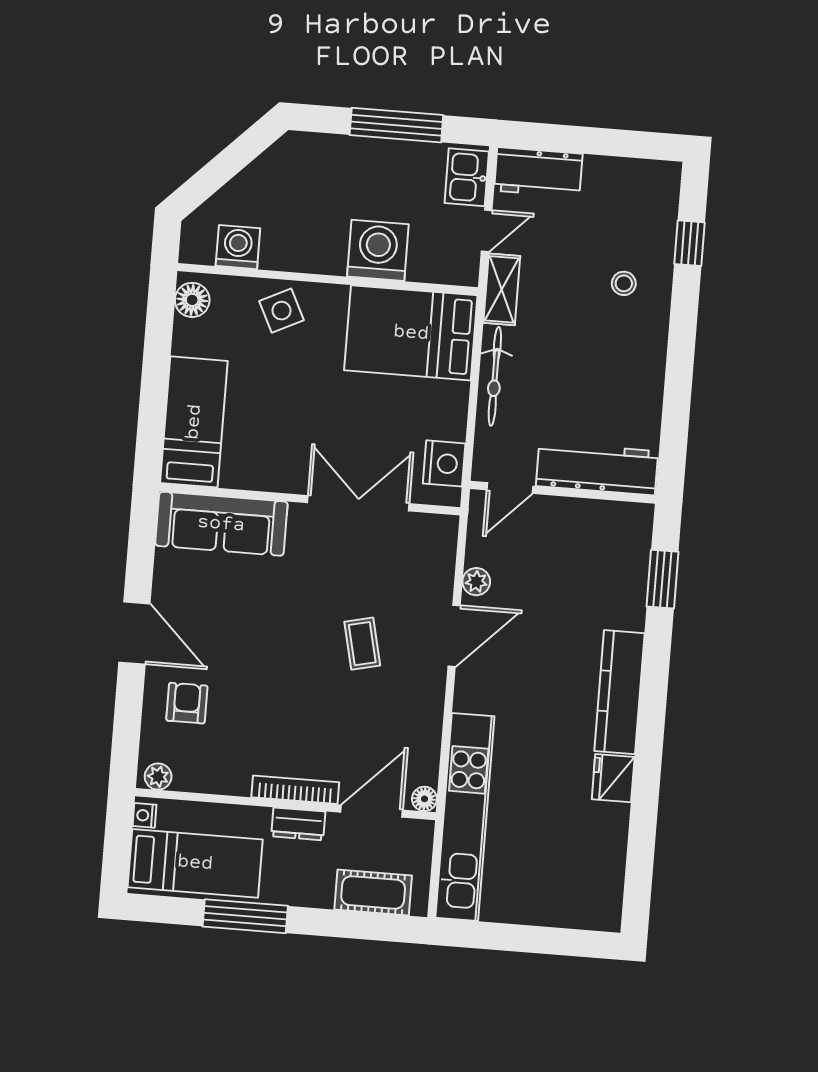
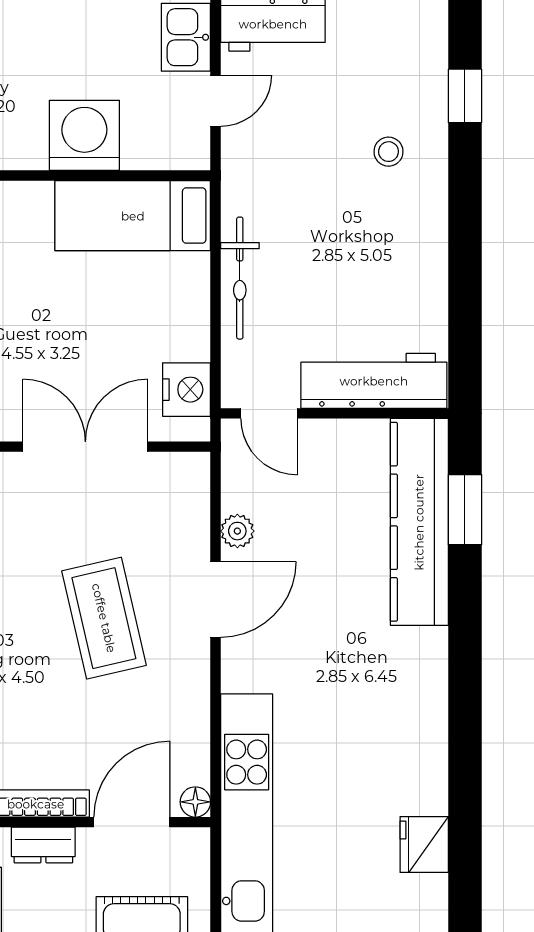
shelving: (502, 289) -> (240, 171), removed
bed: (411, 333) -> (133, 216), width x0.67
door: (510, 488) -> (269, 413), hinge flipped
coffee table: (362, 644) -> (104, 618), width x1.86, depth x1.72
kitchen counter: (619, 692) -> (419, 522), moved, width x1.39, depth x1.17
fridge: (613, 778) -> (424, 845), moved

